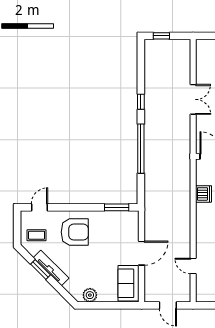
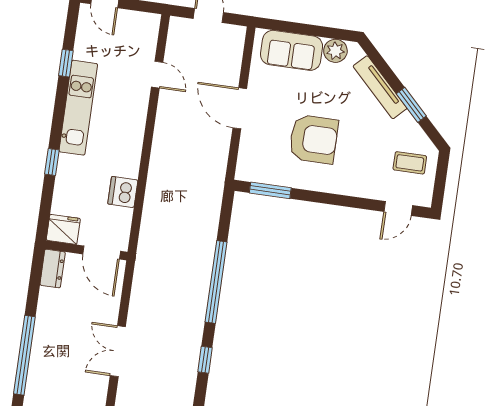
armchair: (75, 232) -> (314, 139), moved, turned 180
door: (142, 253) -> (240, 108), hinge flipped
tv unit: (51, 268) -> (380, 87), moved
sofa: (129, 283) -> (292, 50), moved, turned 90

